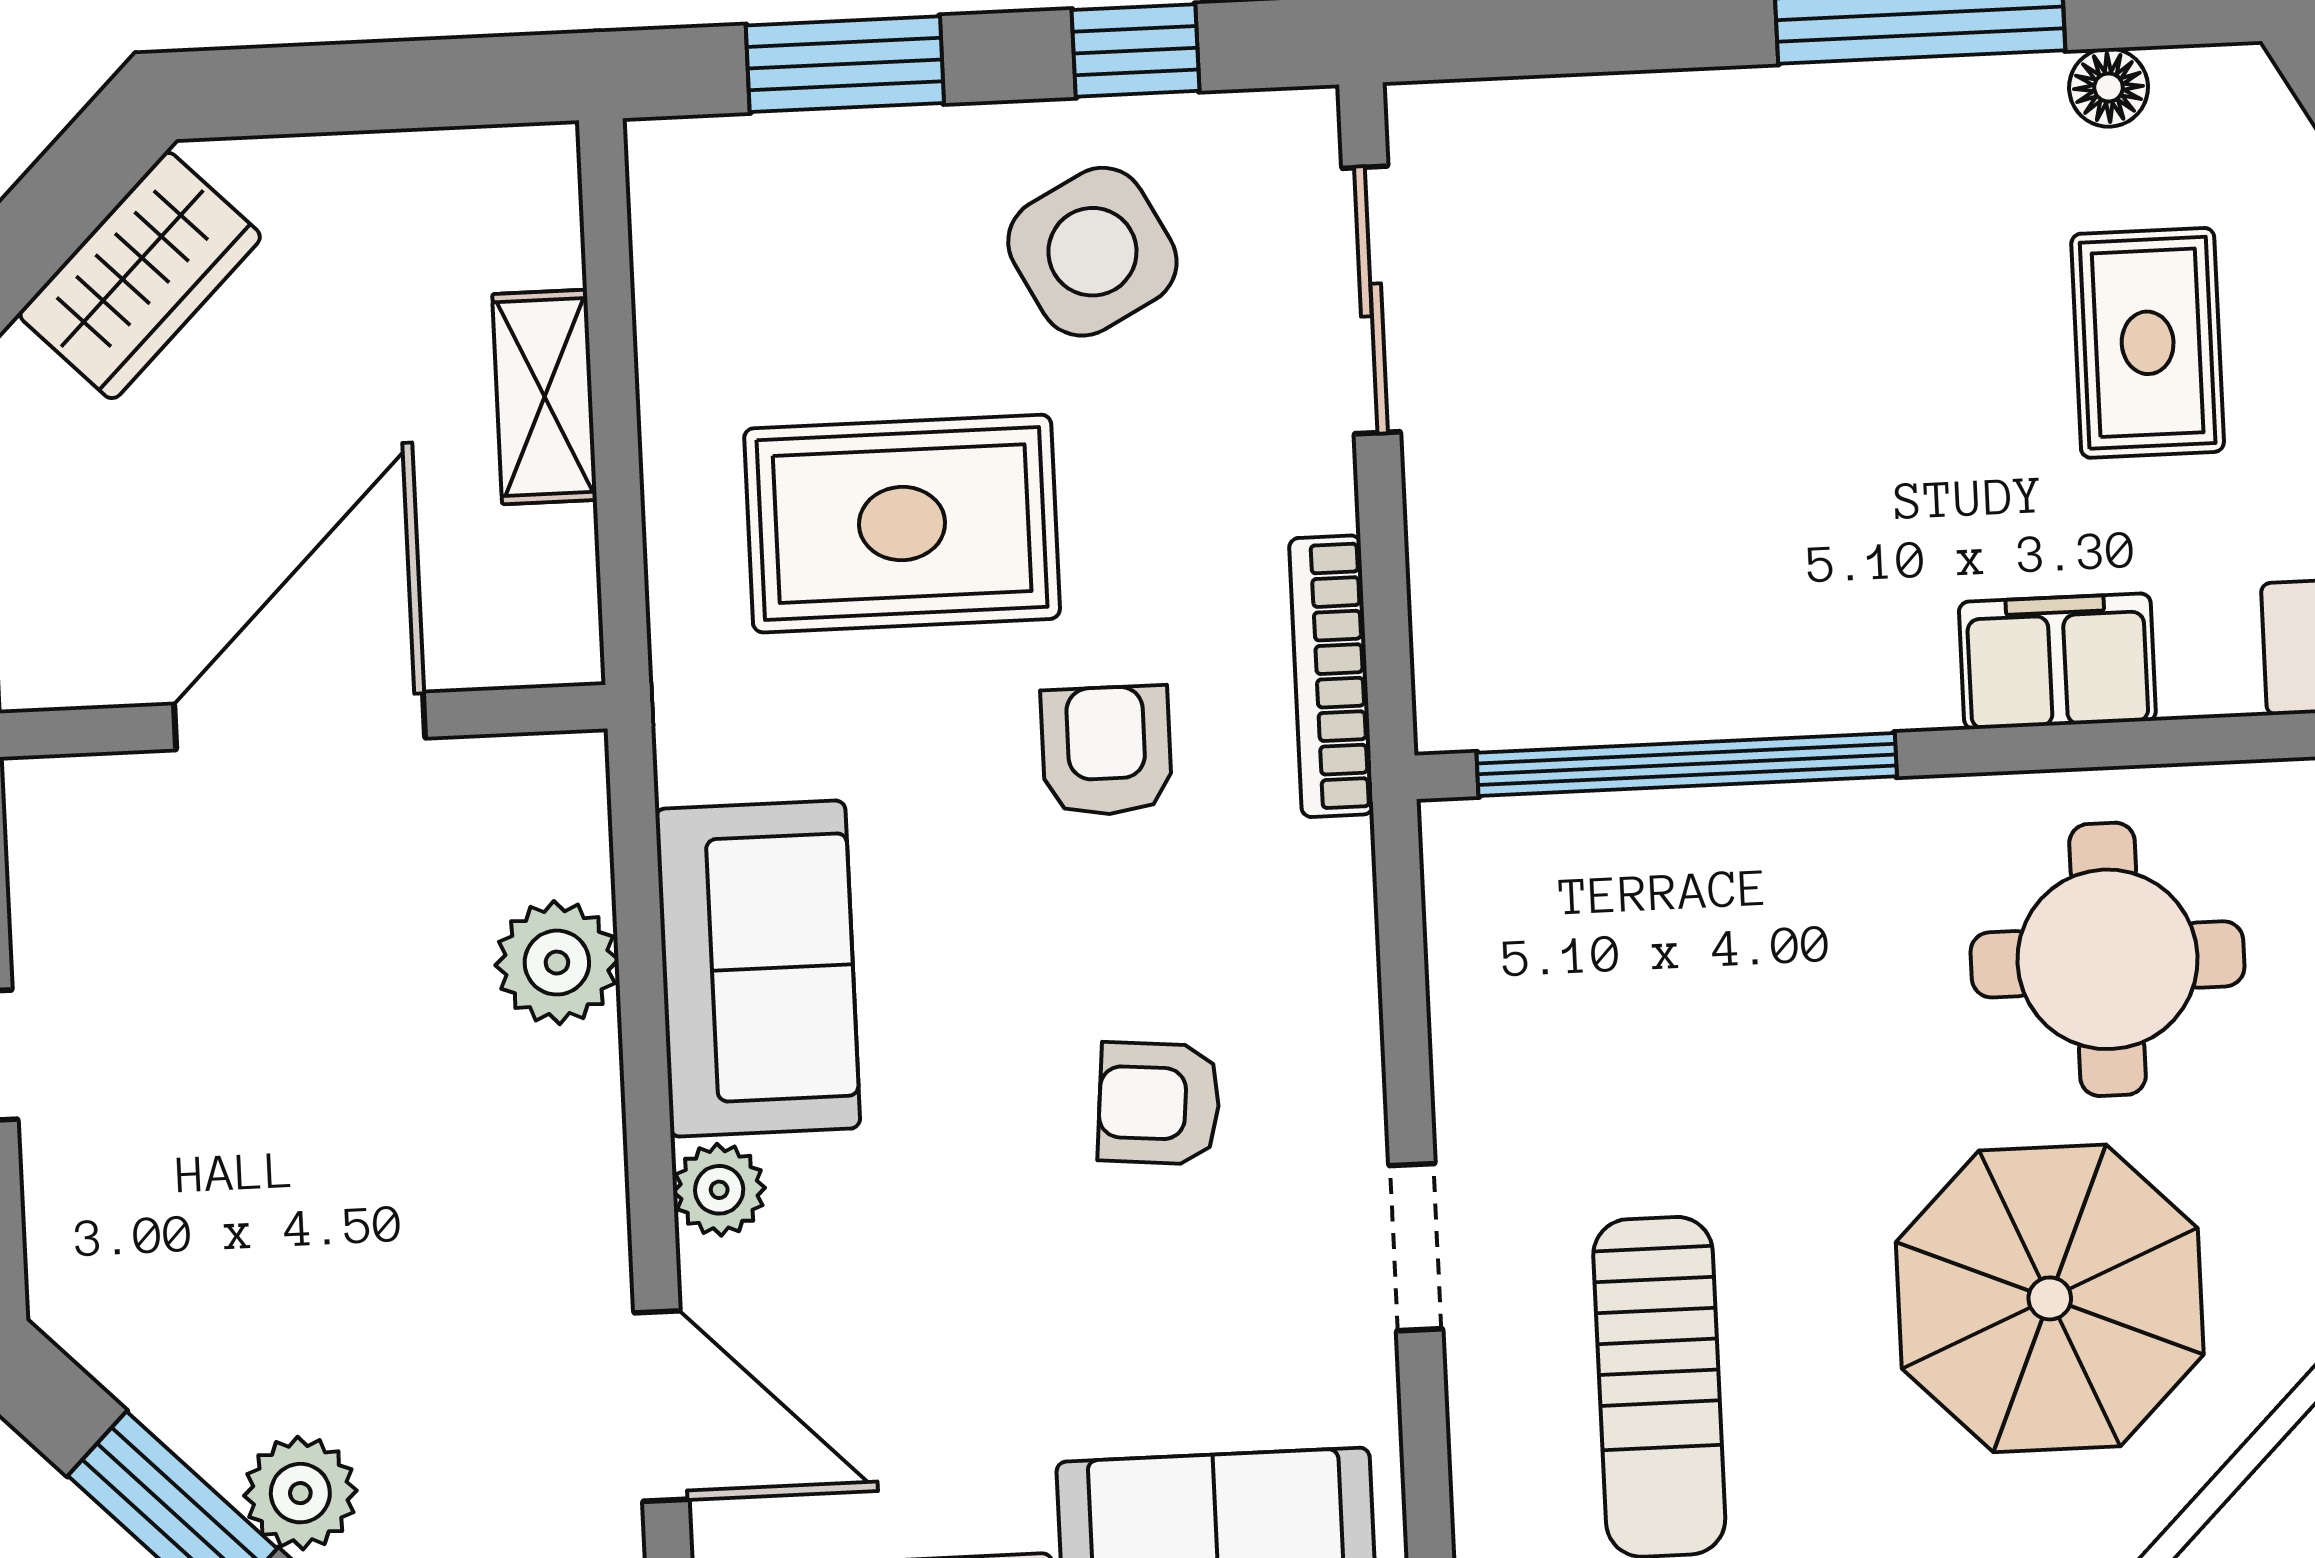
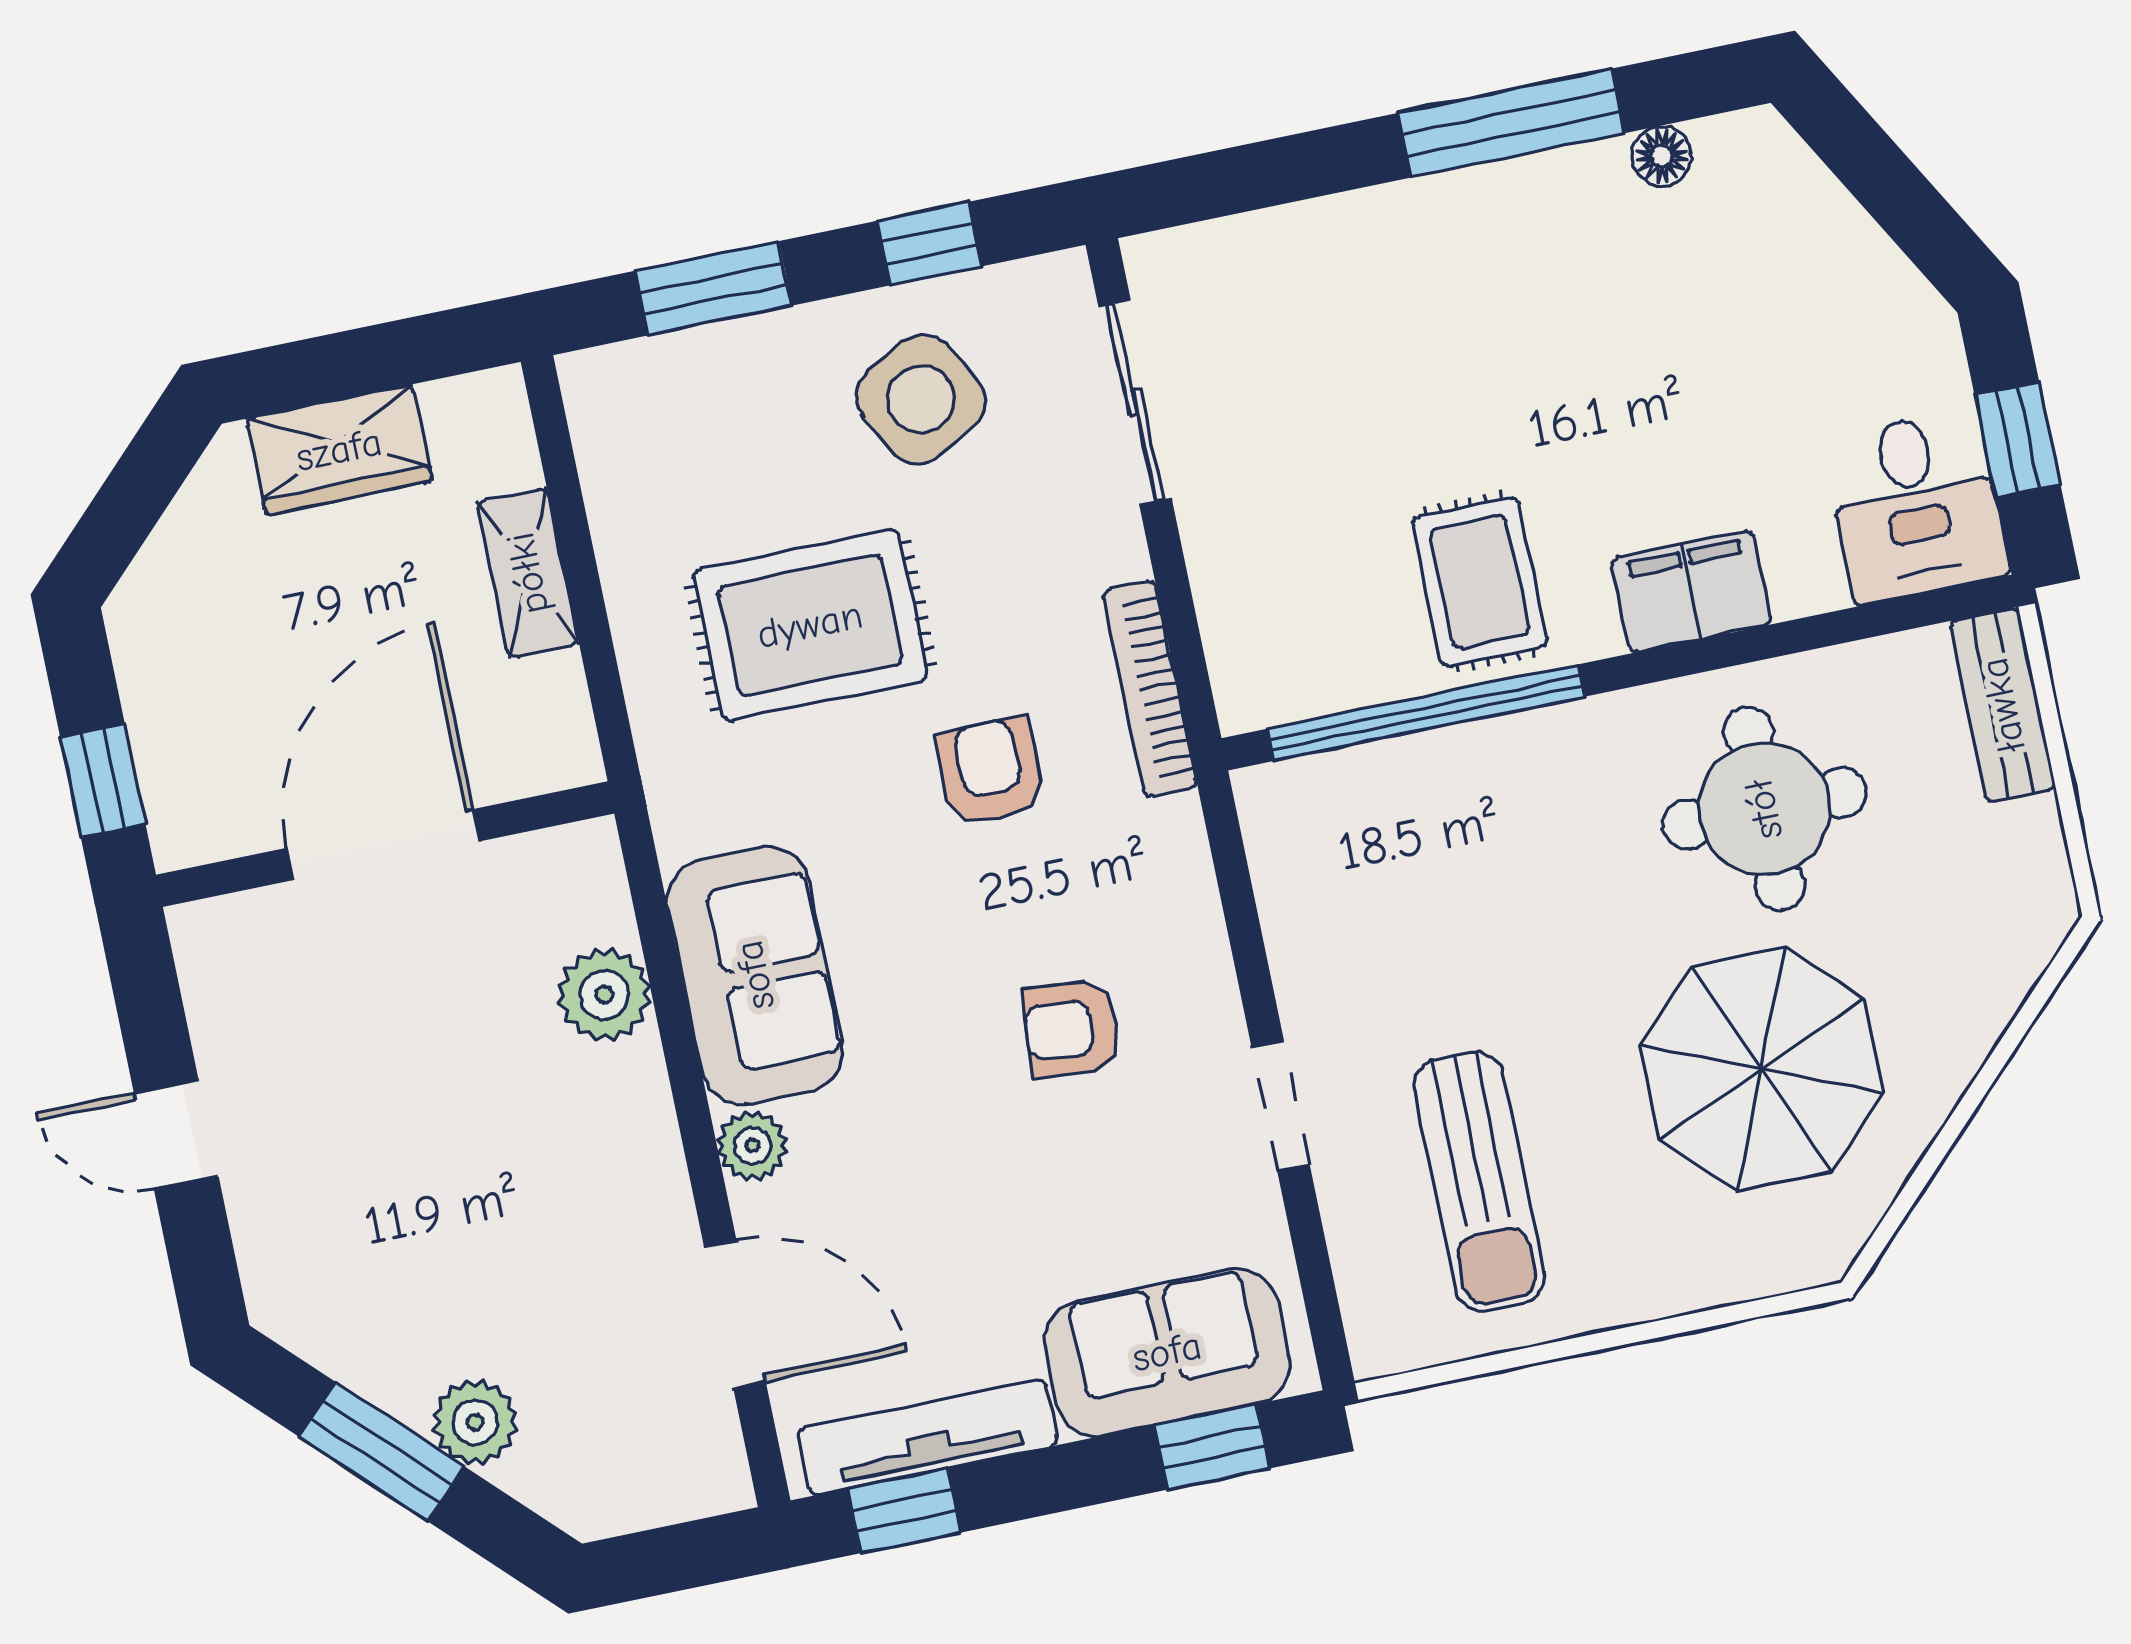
wardrobe: (140, 276) -> (339, 450), moved, turned 45
rug: (2148, 343) -> (1480, 582), moved

